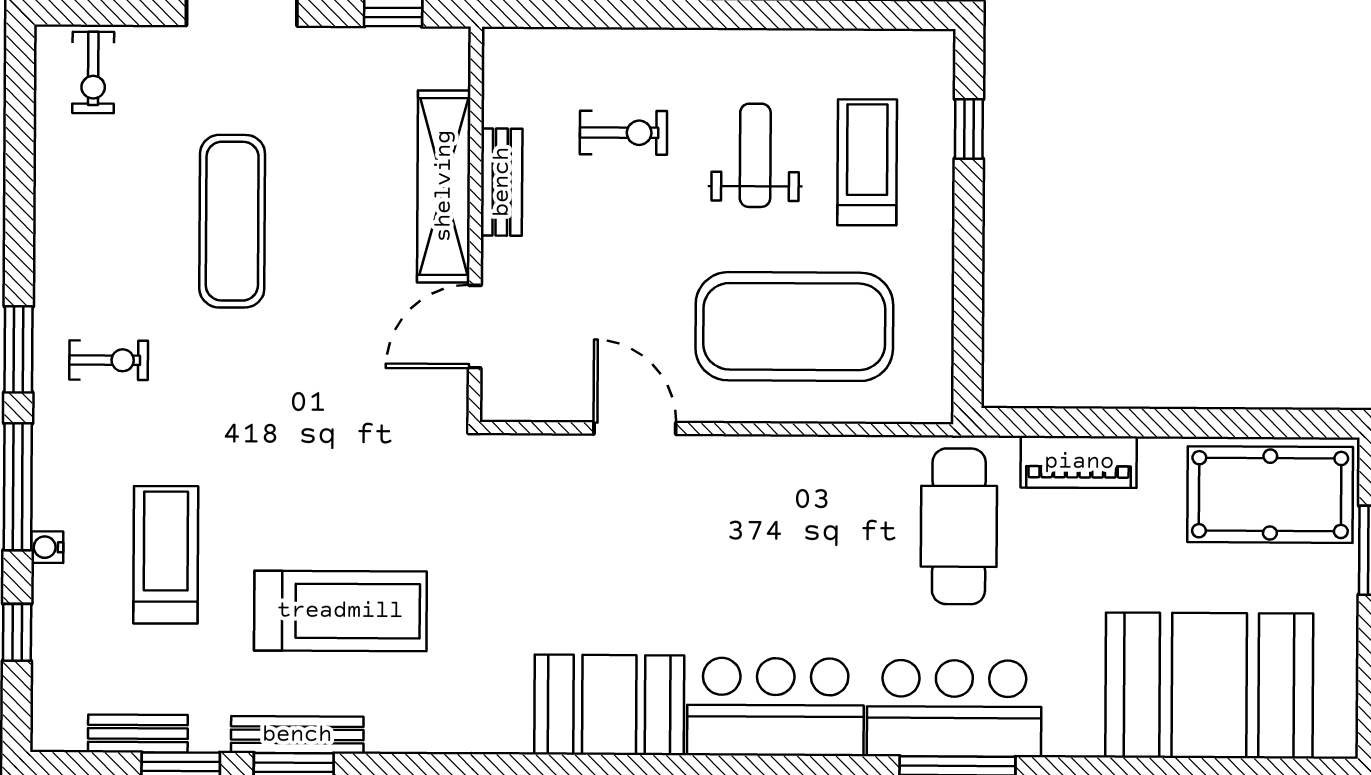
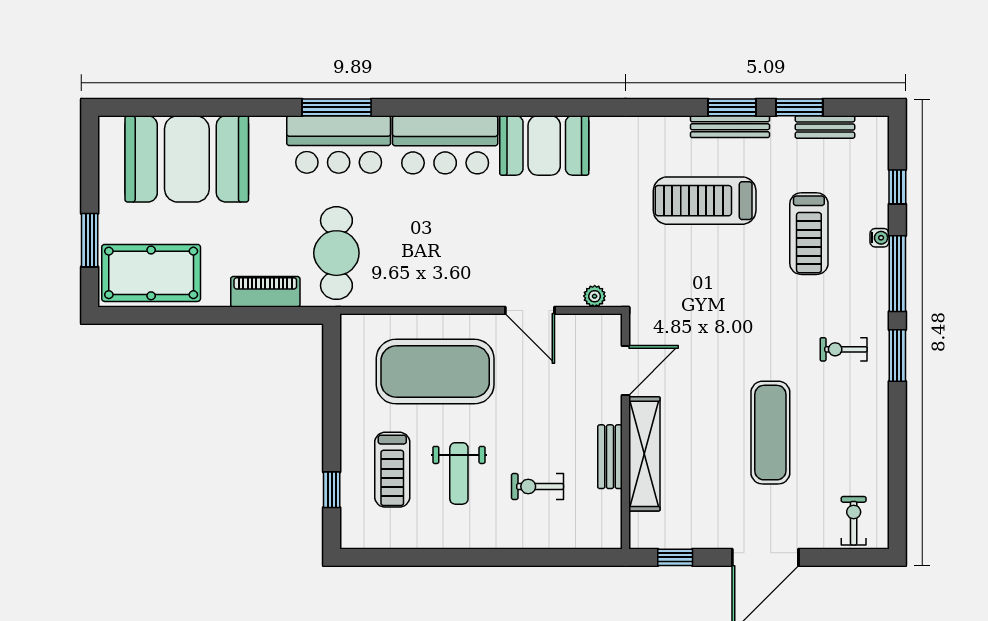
plant: (526, 452) -> (595, 296), added

